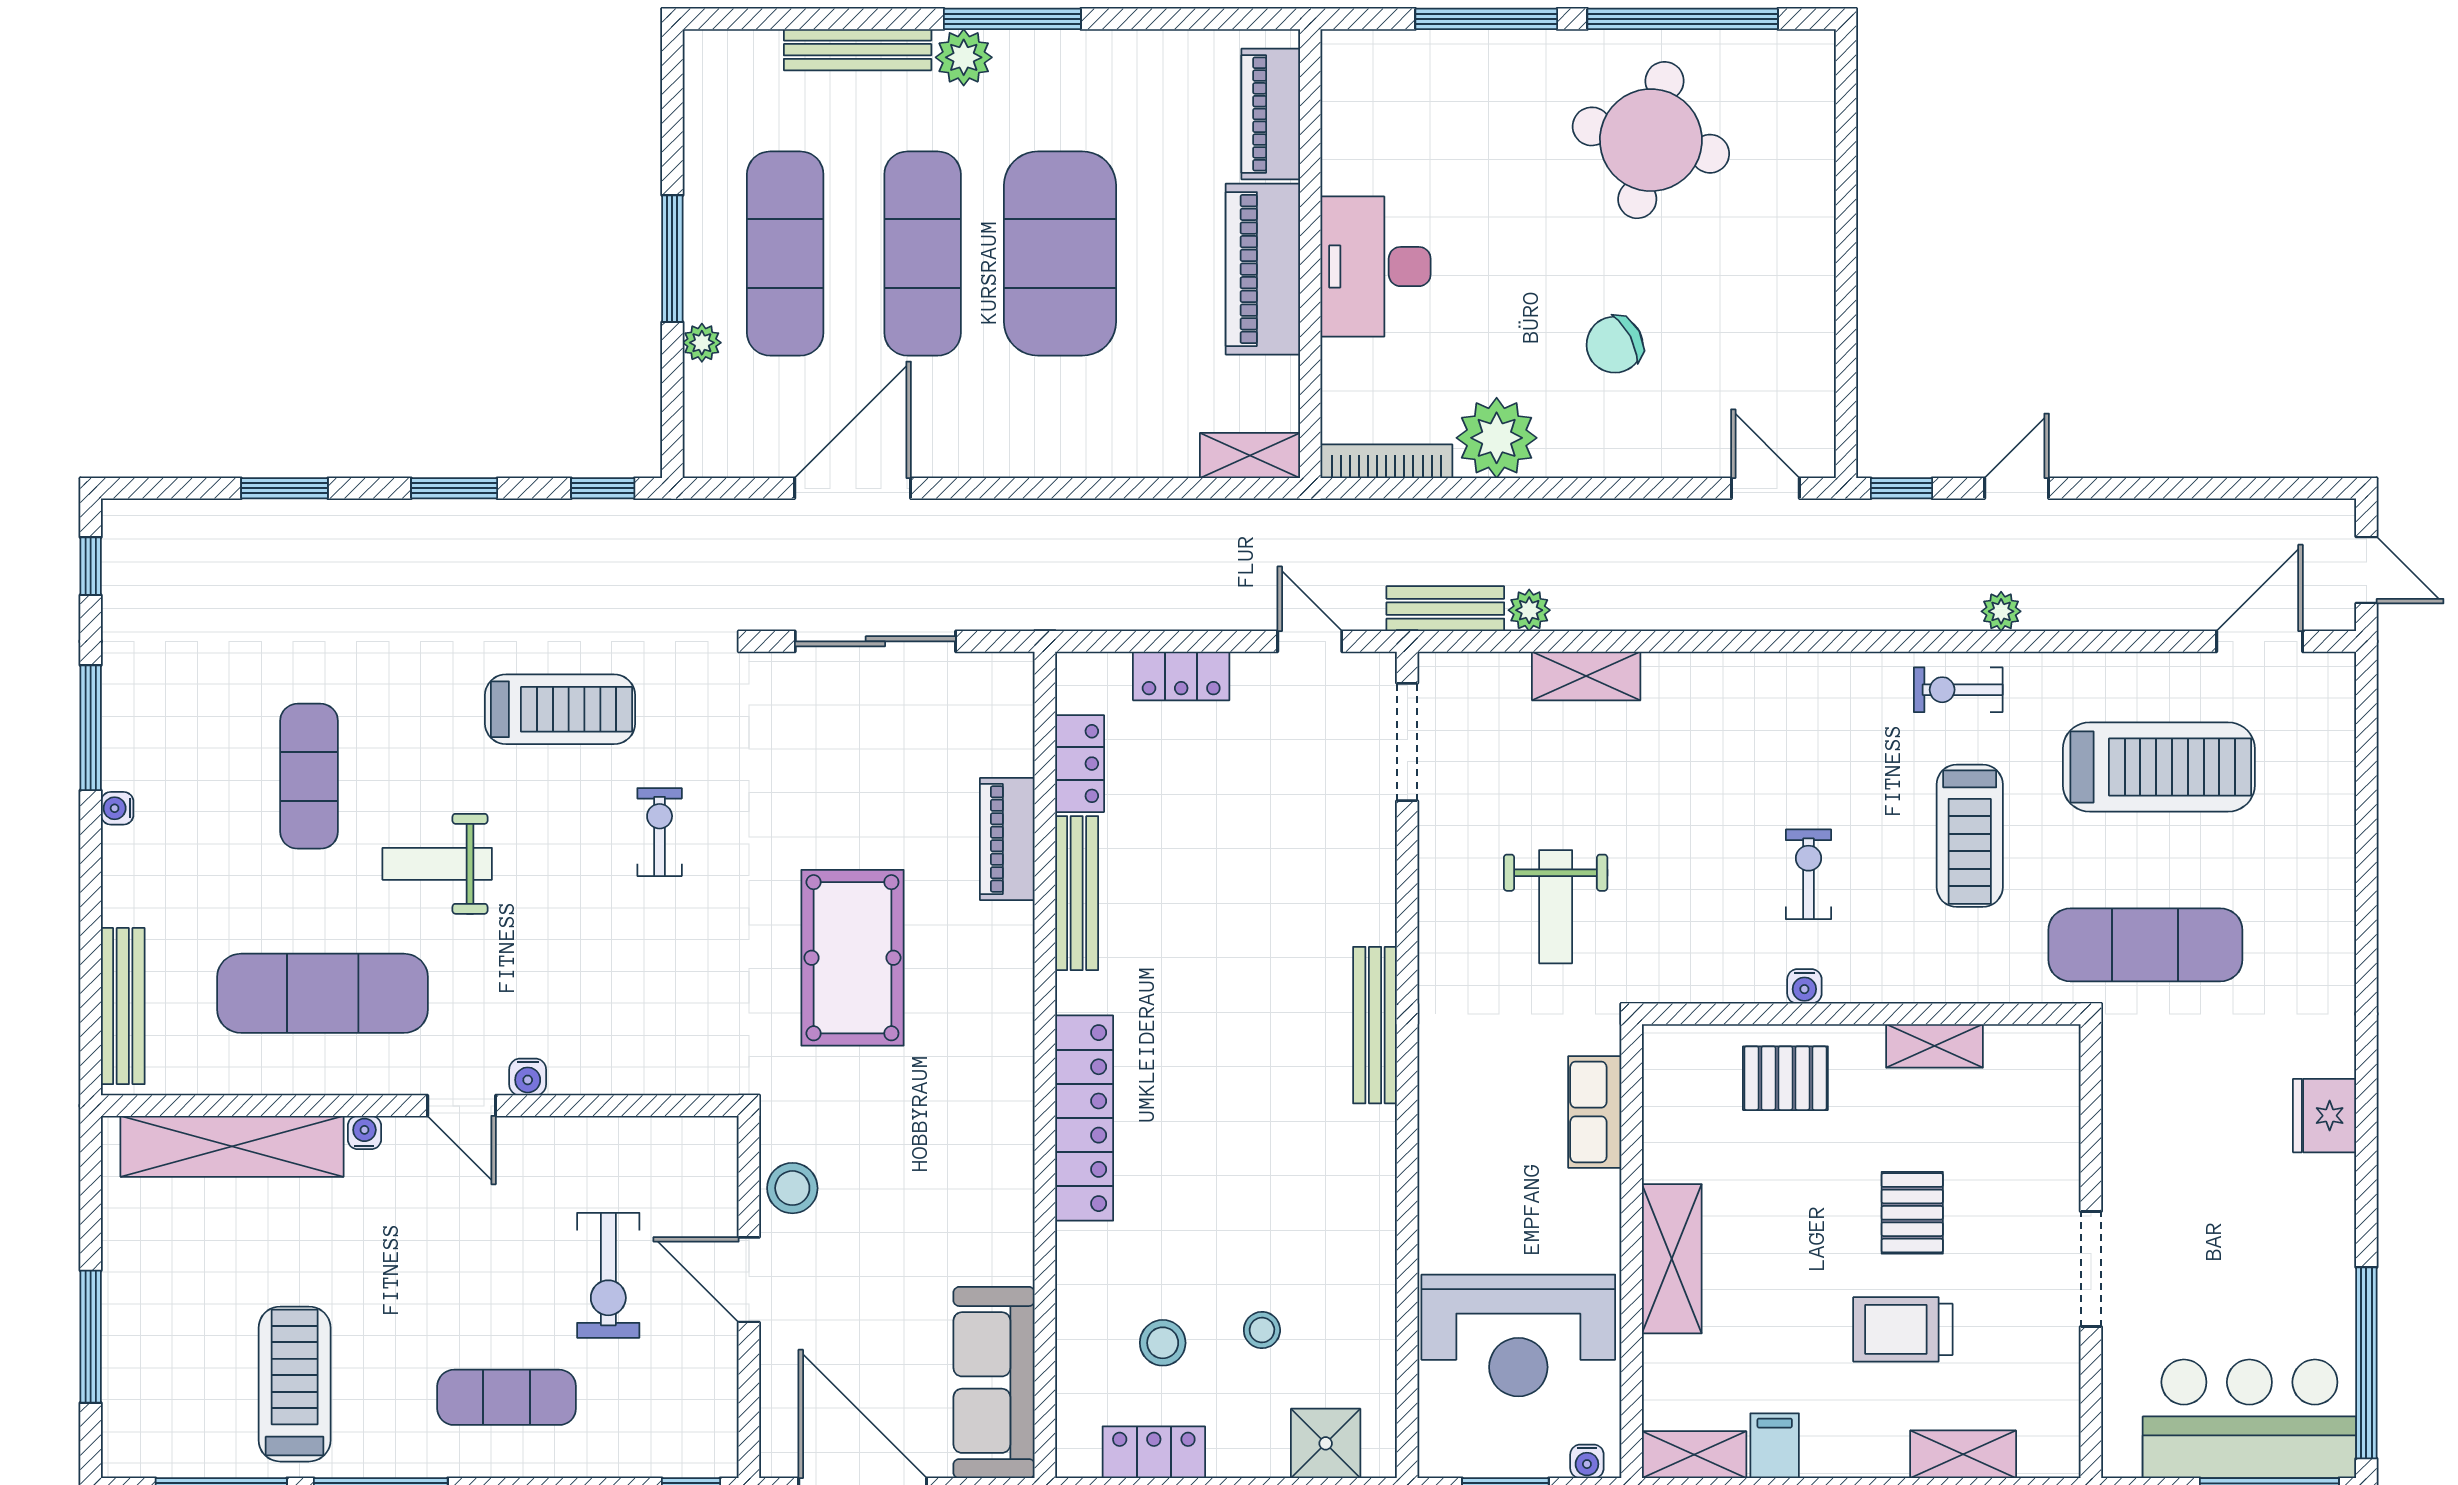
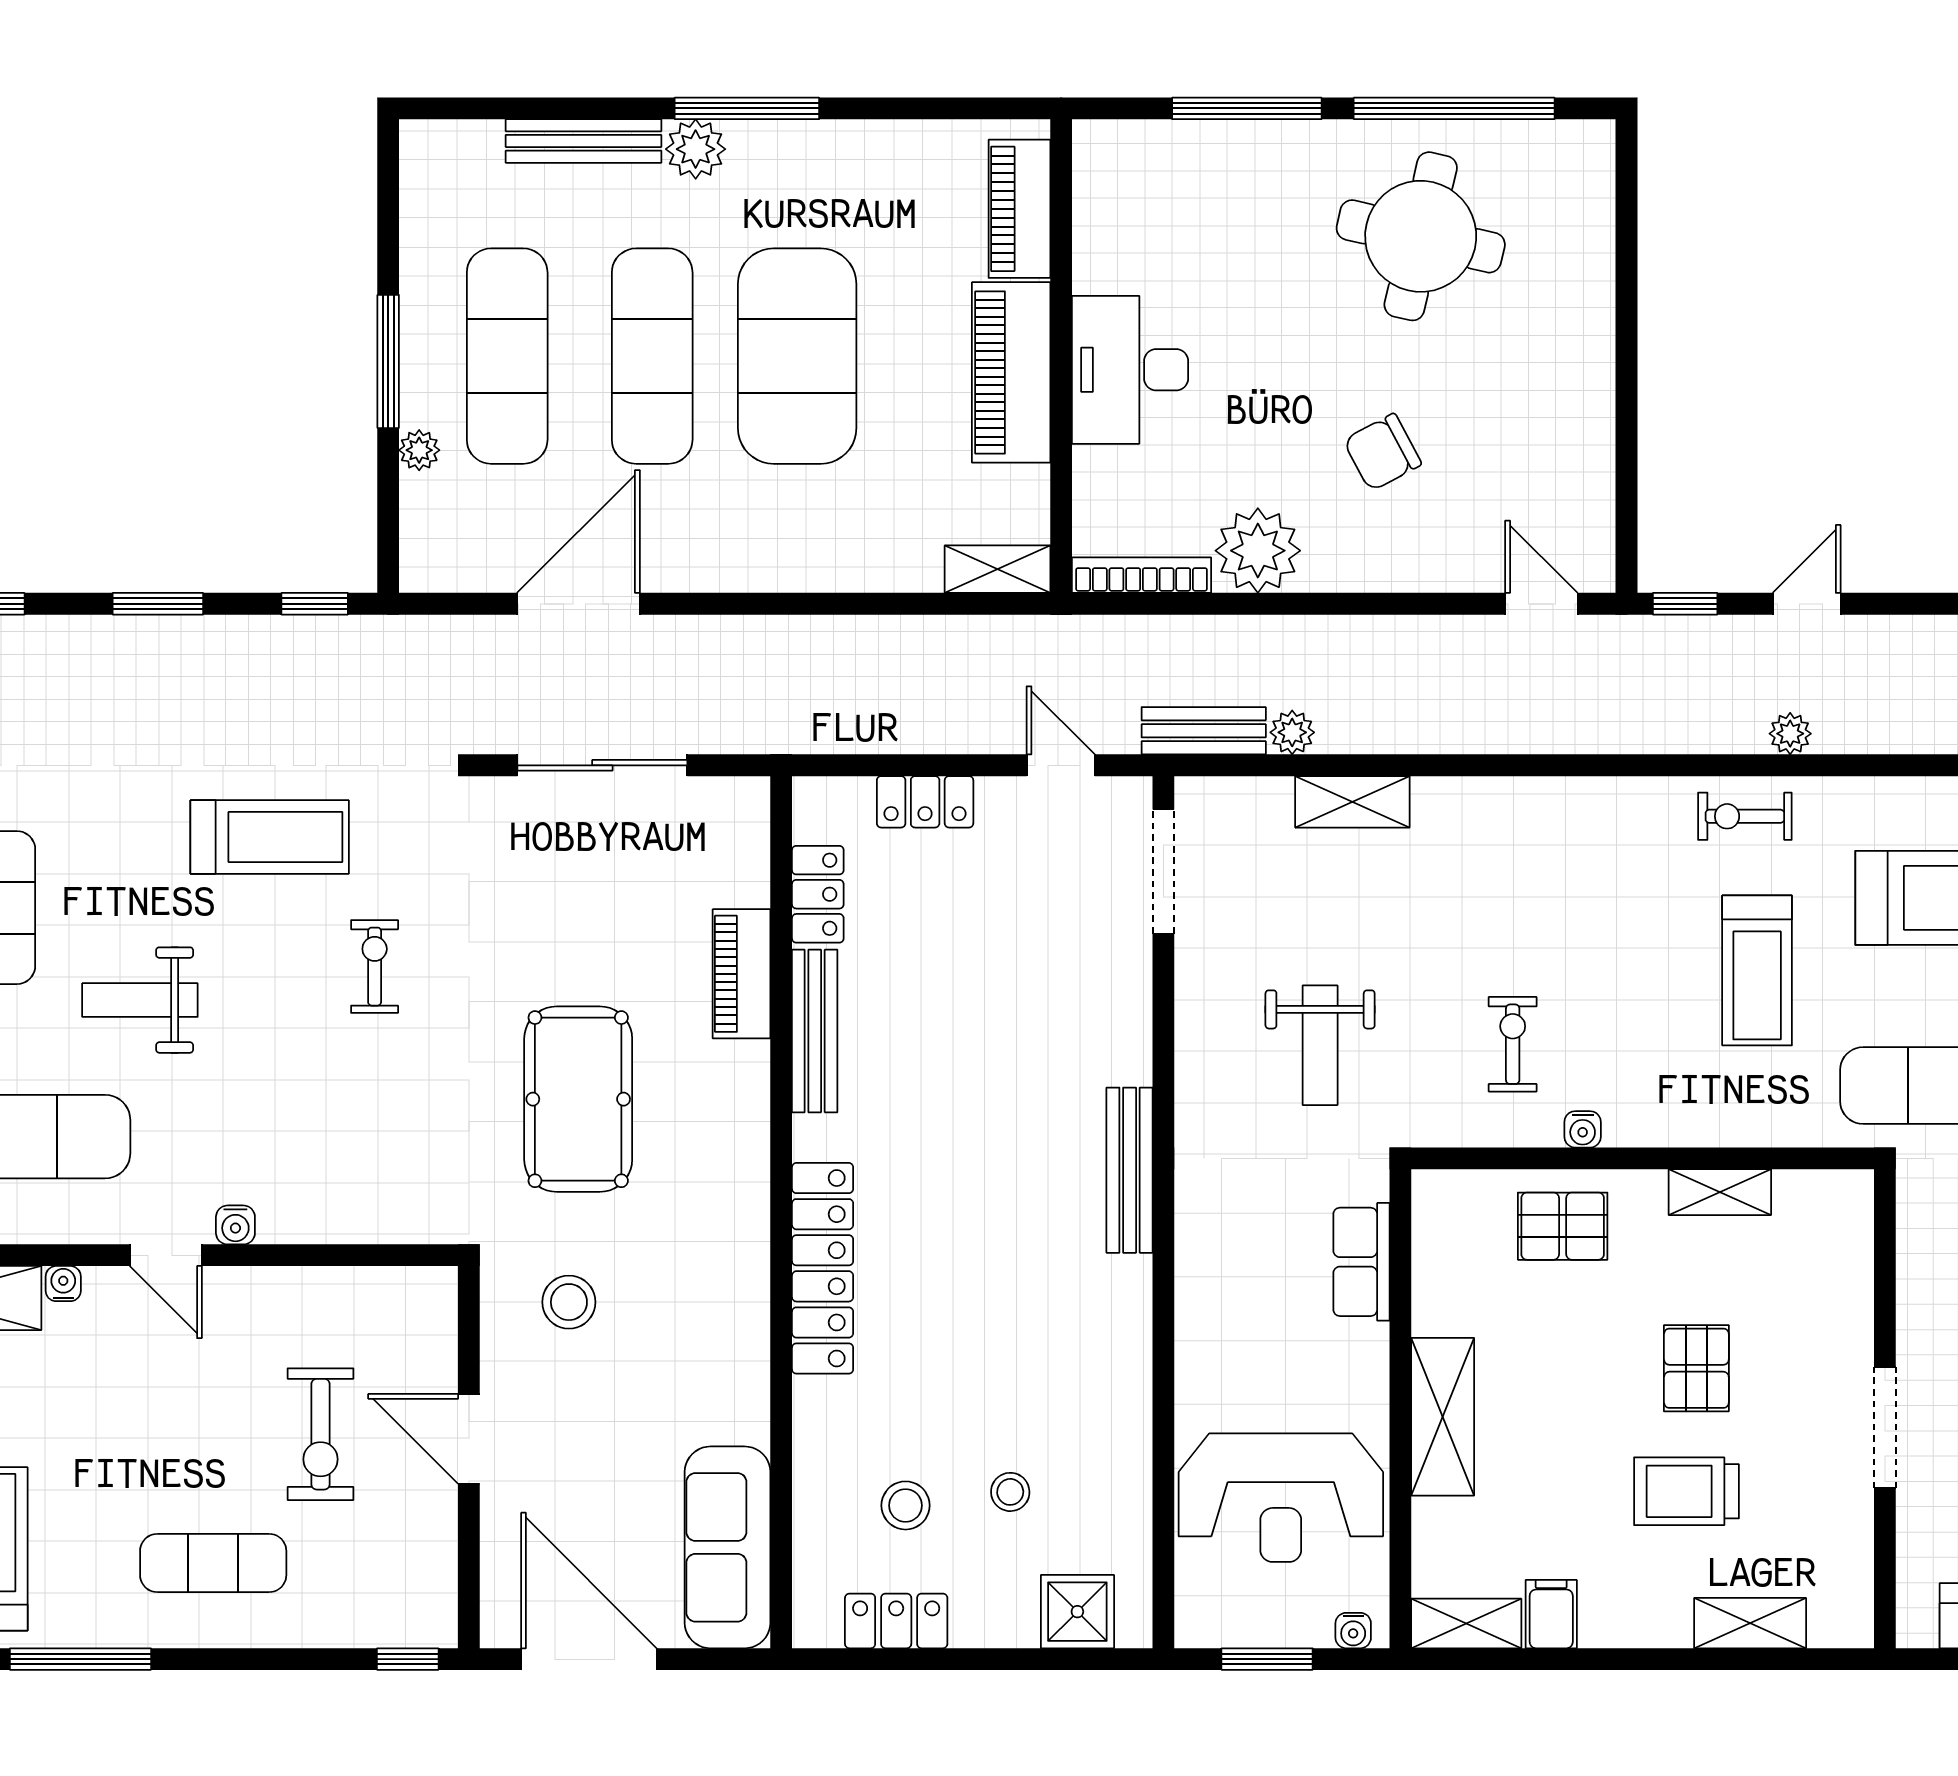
exercise bike: (1808, 874) -> (1513, 1044), moved
stool: (792, 1188) -> (569, 1302), moved

